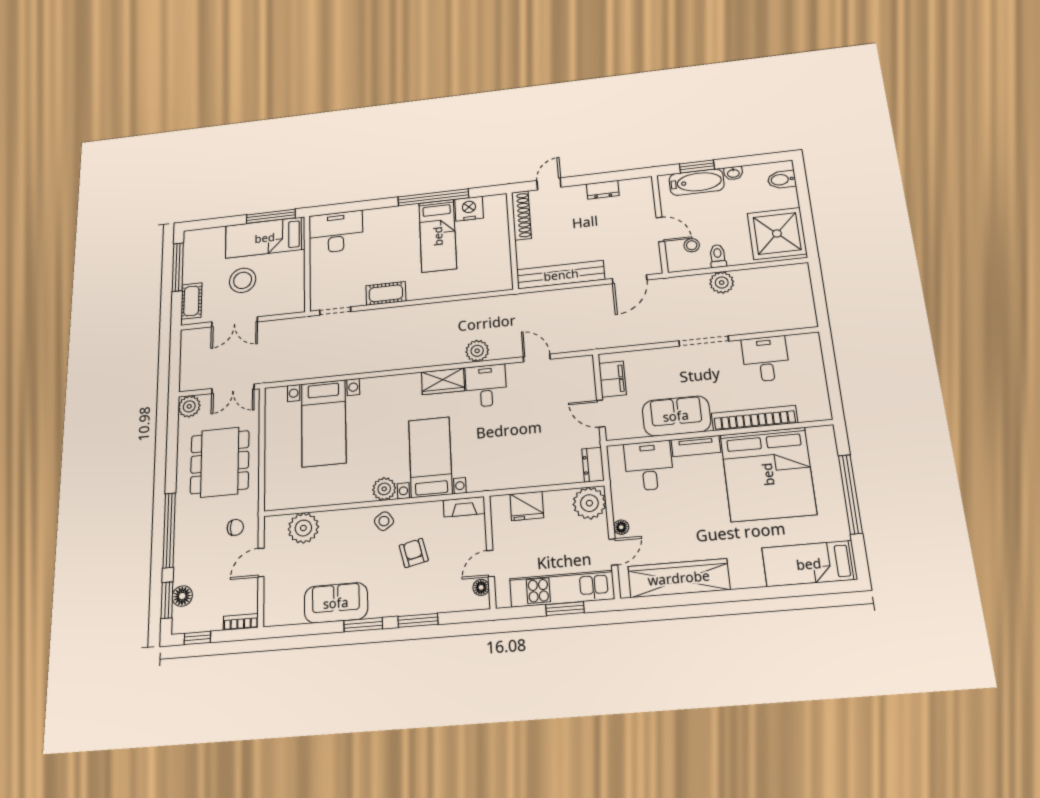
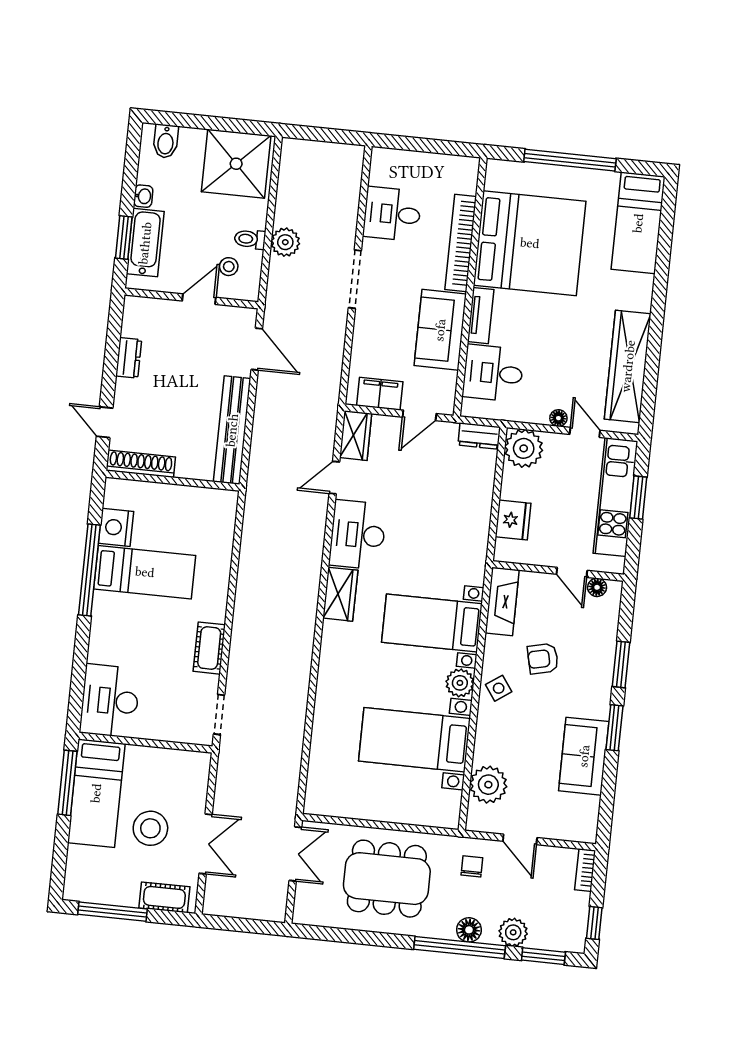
plant: (477, 351) -> (310, 547), removed
wardrobe: (574, 367) -> (356, 436), added
desk: (486, 386) -> (358, 535), width x1.37
plant: (189, 406) -> (513, 932), moved
bed with nightstands: (324, 423) -> (415, 740), moved, turned 180
fireplace: (464, 507) -> (502, 601), width x1.37, depth x1.32
floor lamp: (182, 596) -> (469, 930), moved

